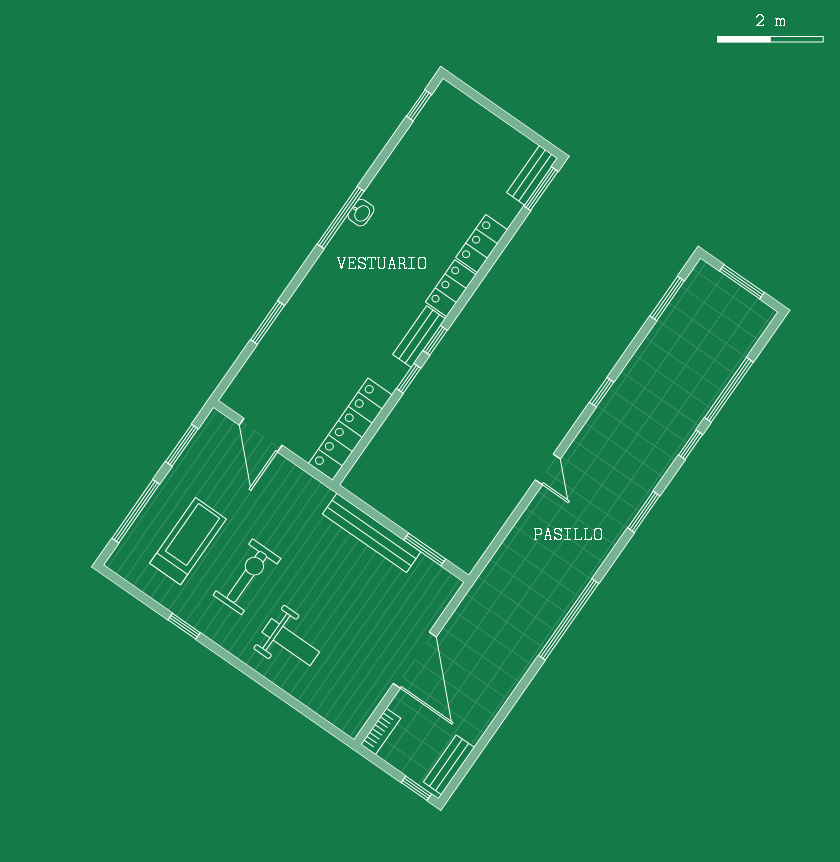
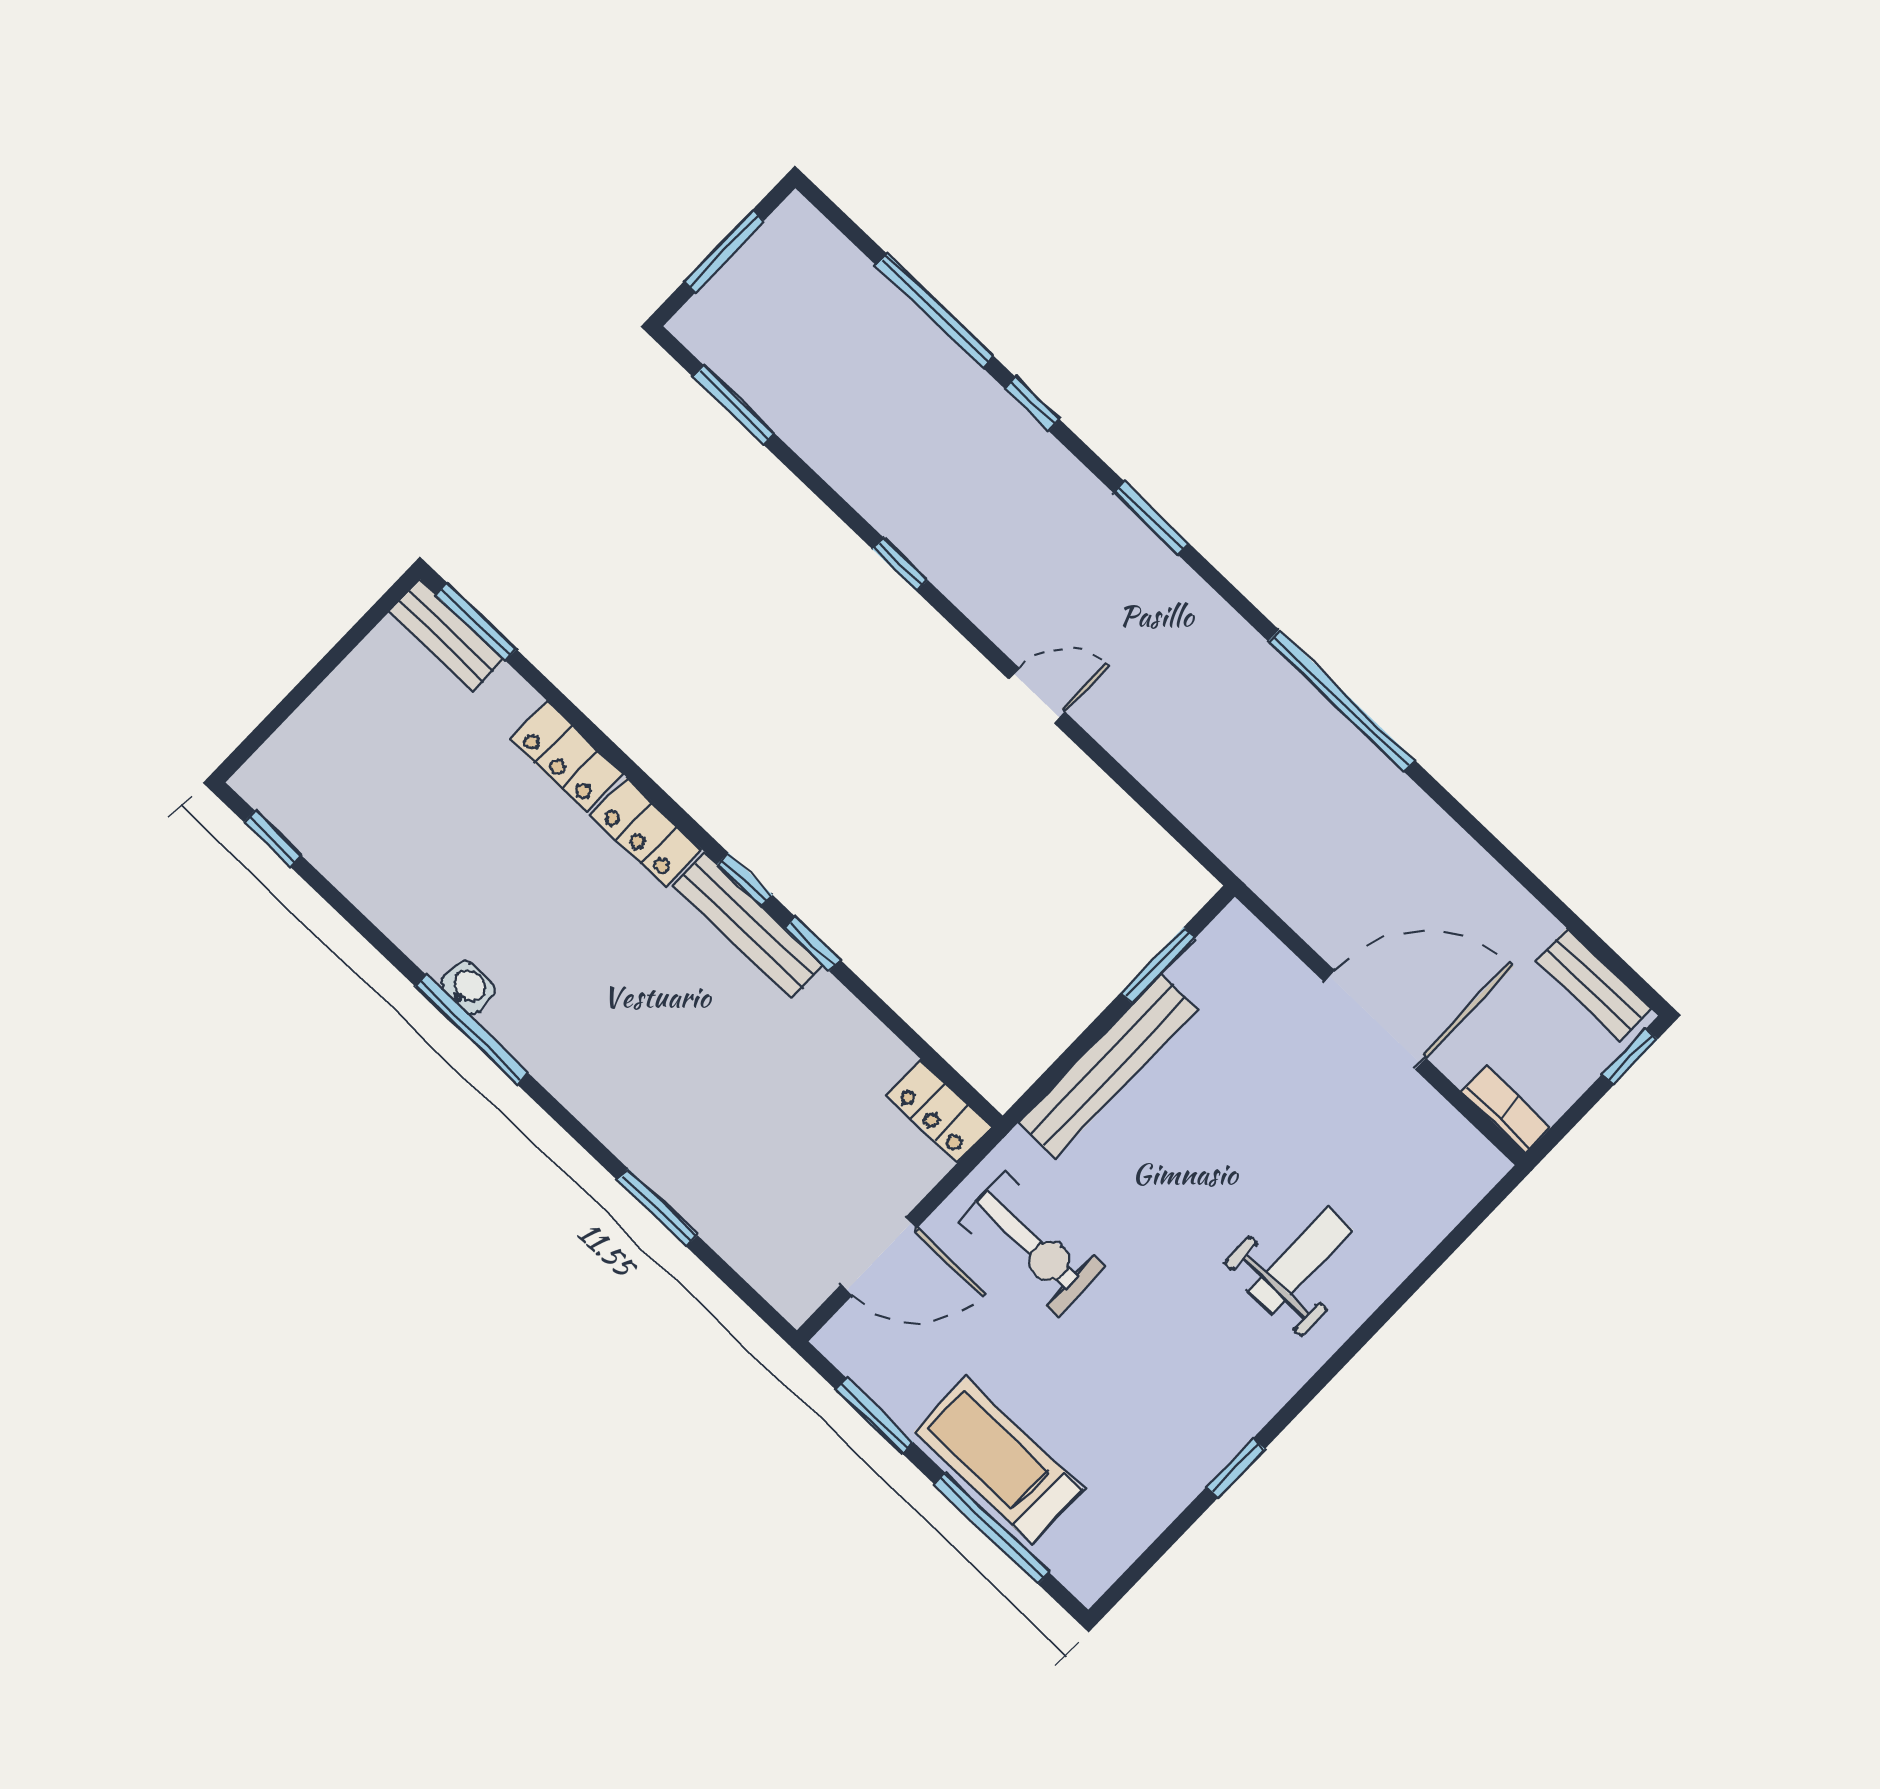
bench: (419, 337) -> (748, 925), width x1.36
locker: (350, 429) -> (939, 1111), width x0.46, depth x0.83
treadmill: (188, 541) -> (999, 1461), moved
exercise bike: (247, 577) -> (1031, 1244), moved, turned 180

